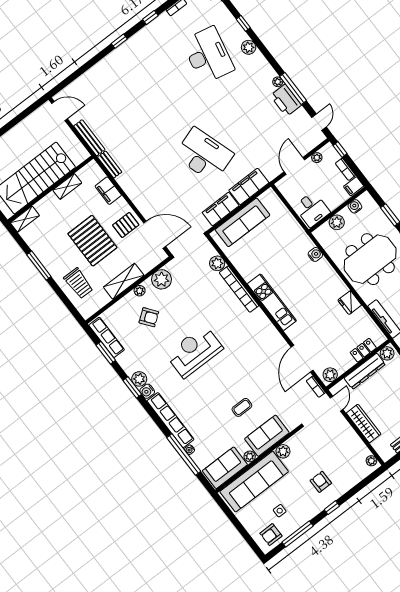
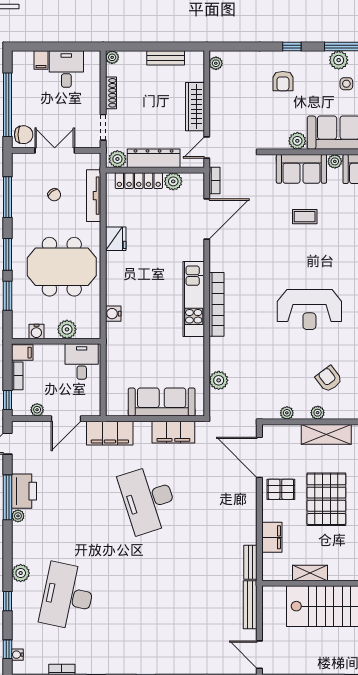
filing cabinet: (249, 186) -> (110, 433), moved
plant: (162, 279) -> (287, 413), width x0.53, depth x0.53
bookcase: (239, 289) -> (217, 304), moved
locker: (363, 350) -> (139, 181), width x1.53
plant: (330, 375) -> (173, 181), moved
plant: (296, 522) -> (339, 60), added

